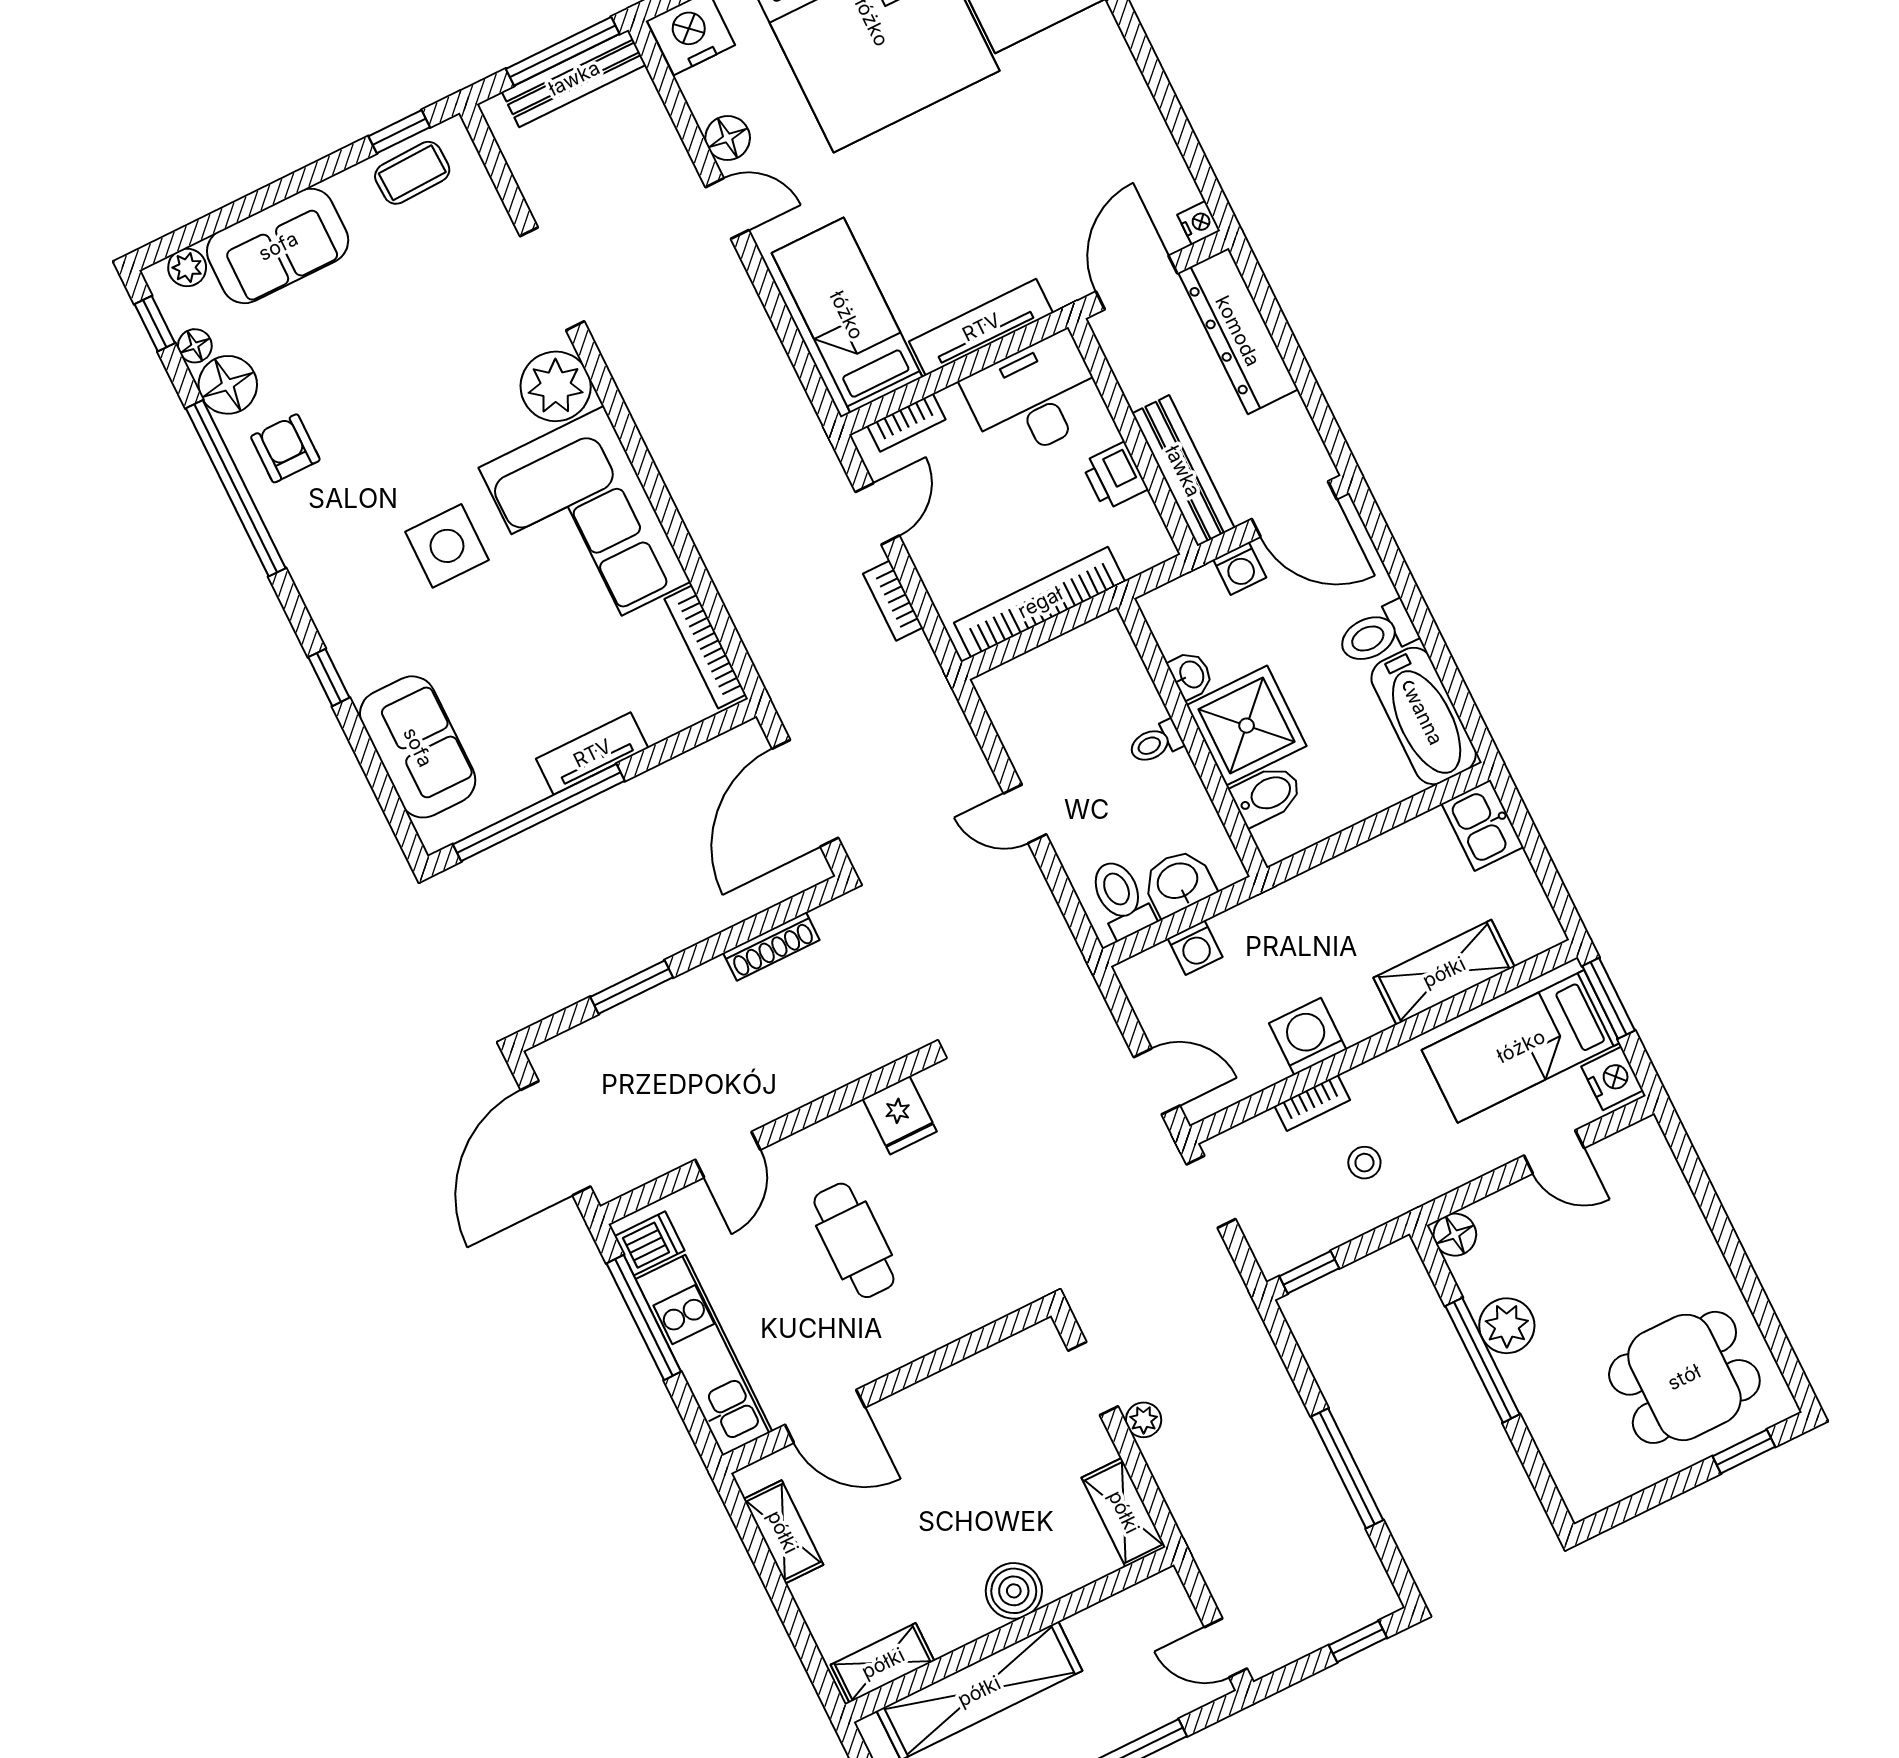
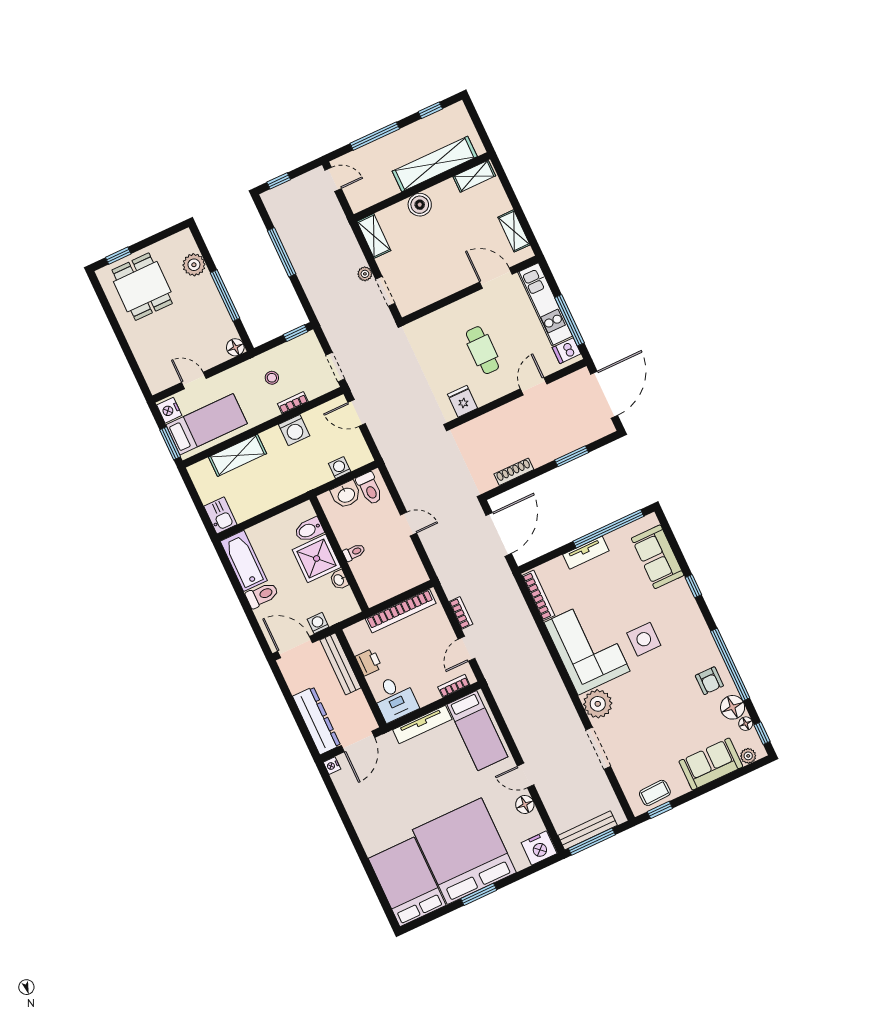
desk: (1034, 397) -> (395, 698), width x0.73
plant: (1507, 1326) -> (194, 265), moved
dining table: (1684, 1377) -> (142, 287), turned 90

